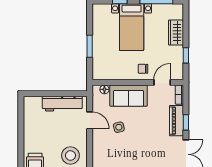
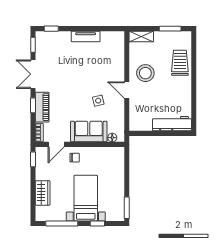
window: (90, 46) -> (127, 208), moved
window: (186, 55) -> (33, 159), moved
workbench: (62, 104) -> (172, 124), moved
door: (90, 120) -> (127, 90), moved

